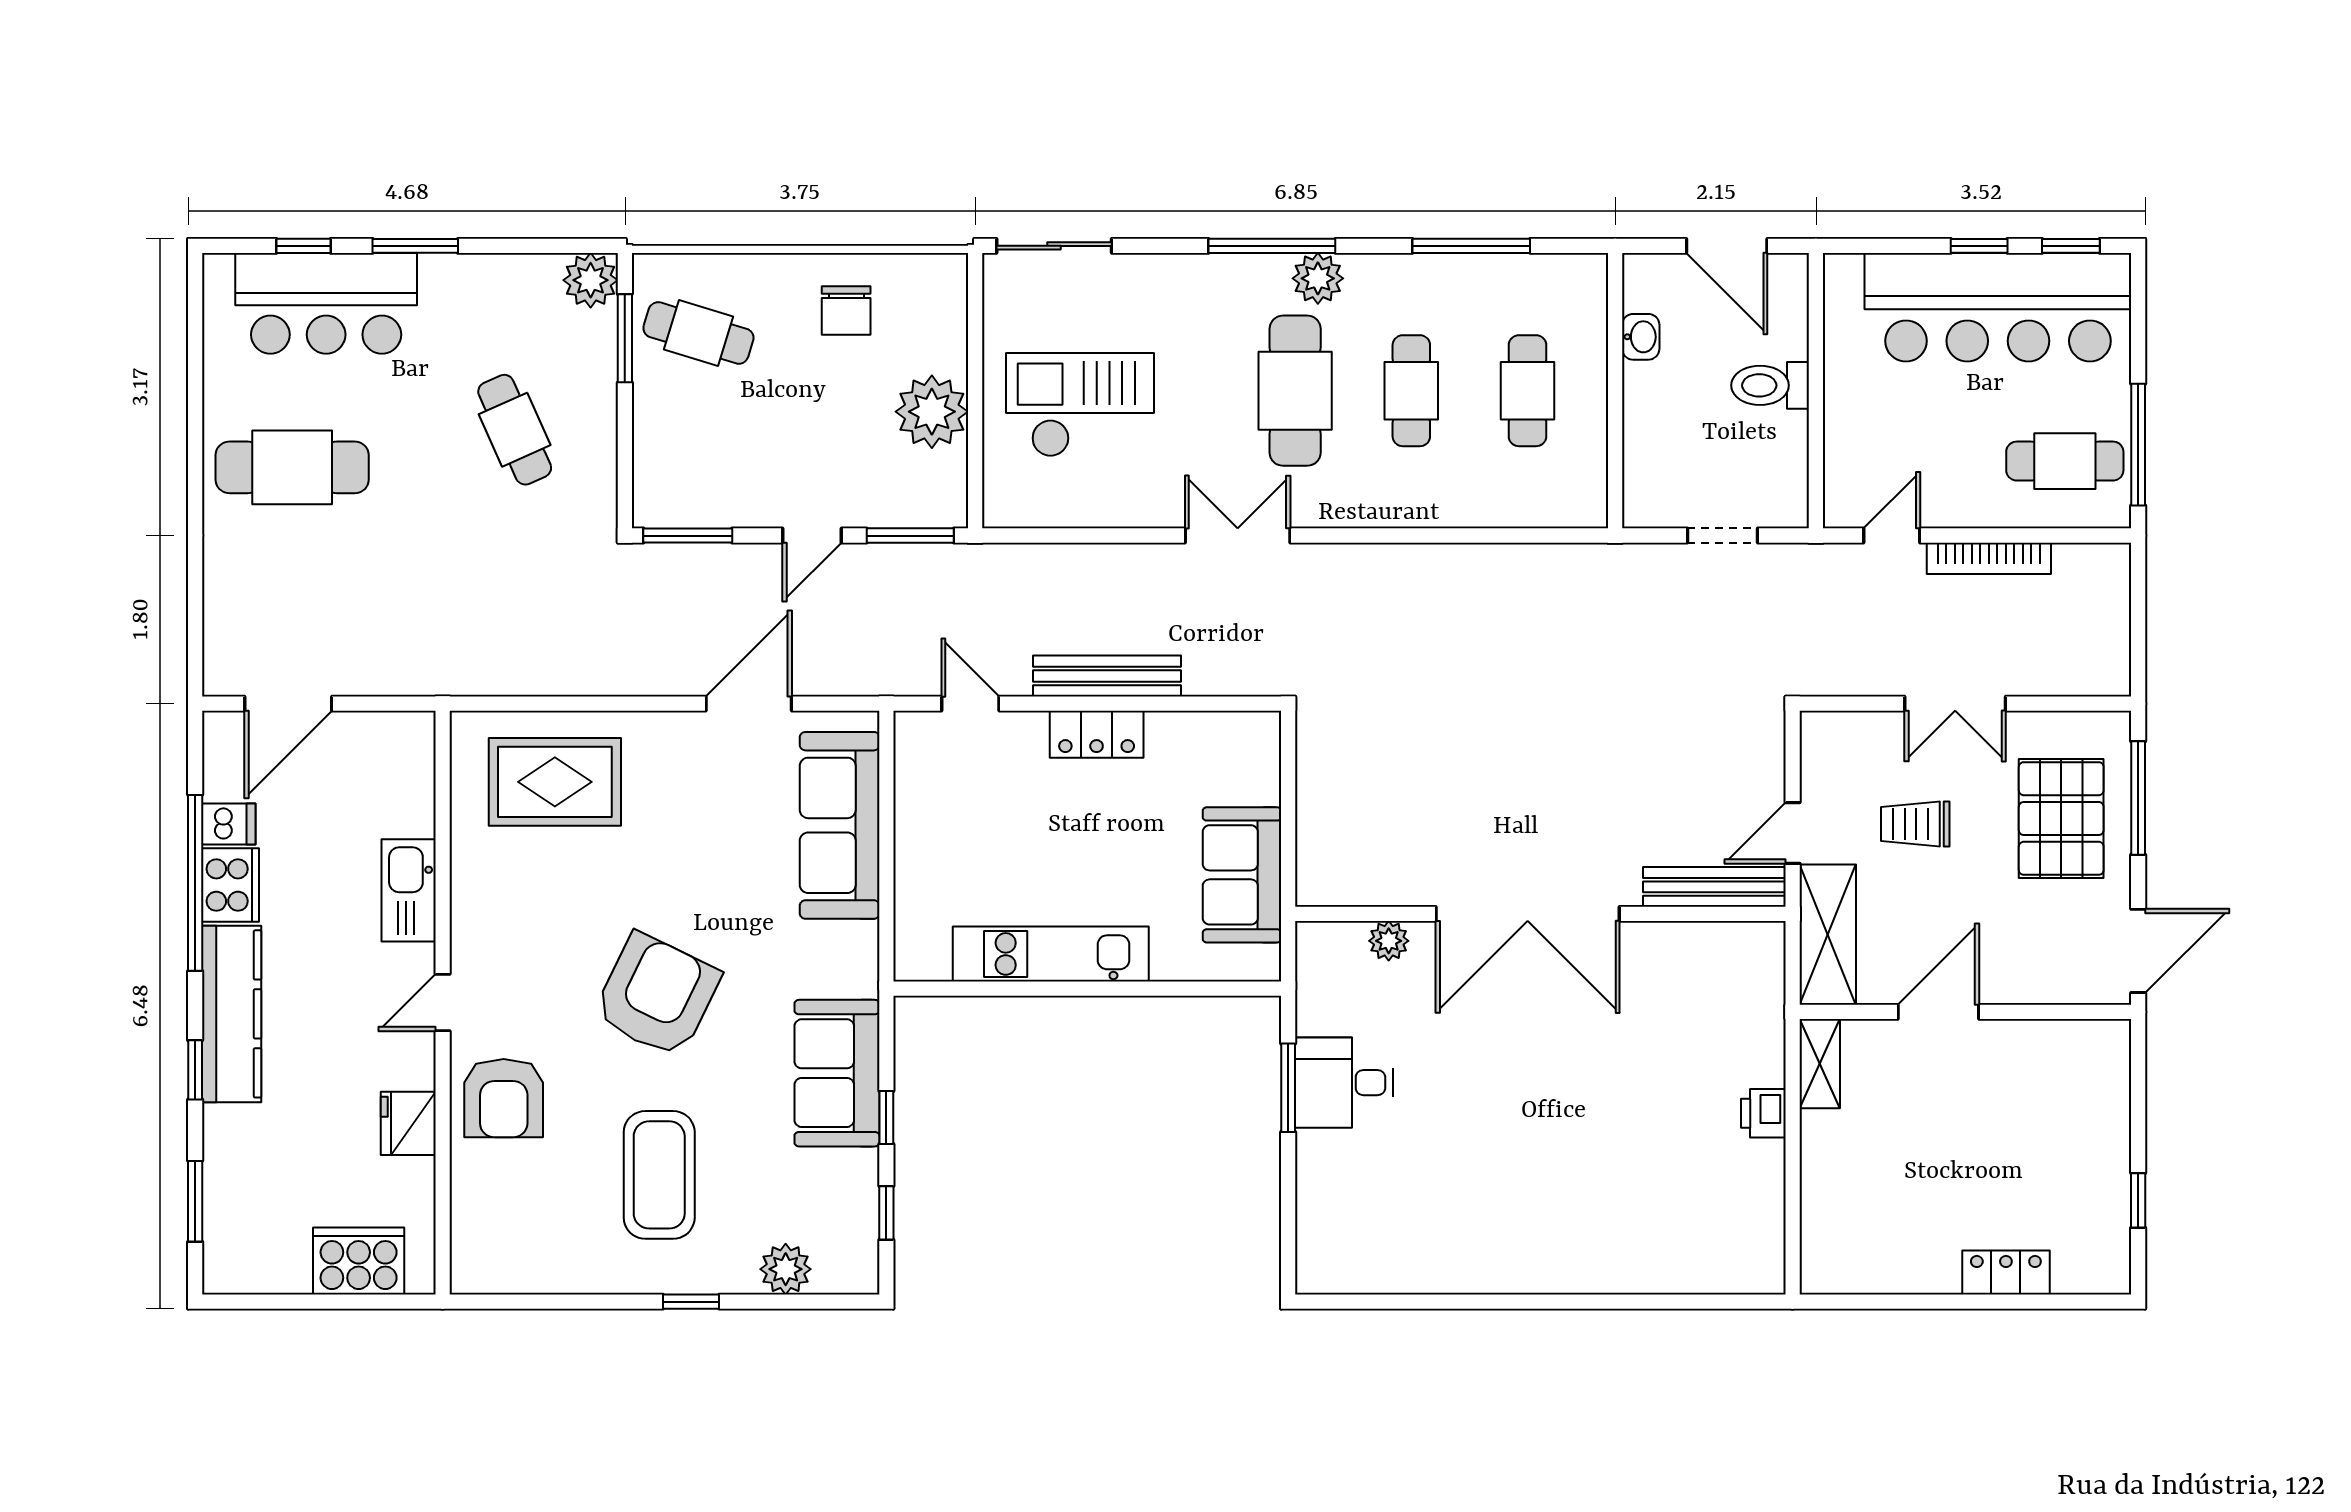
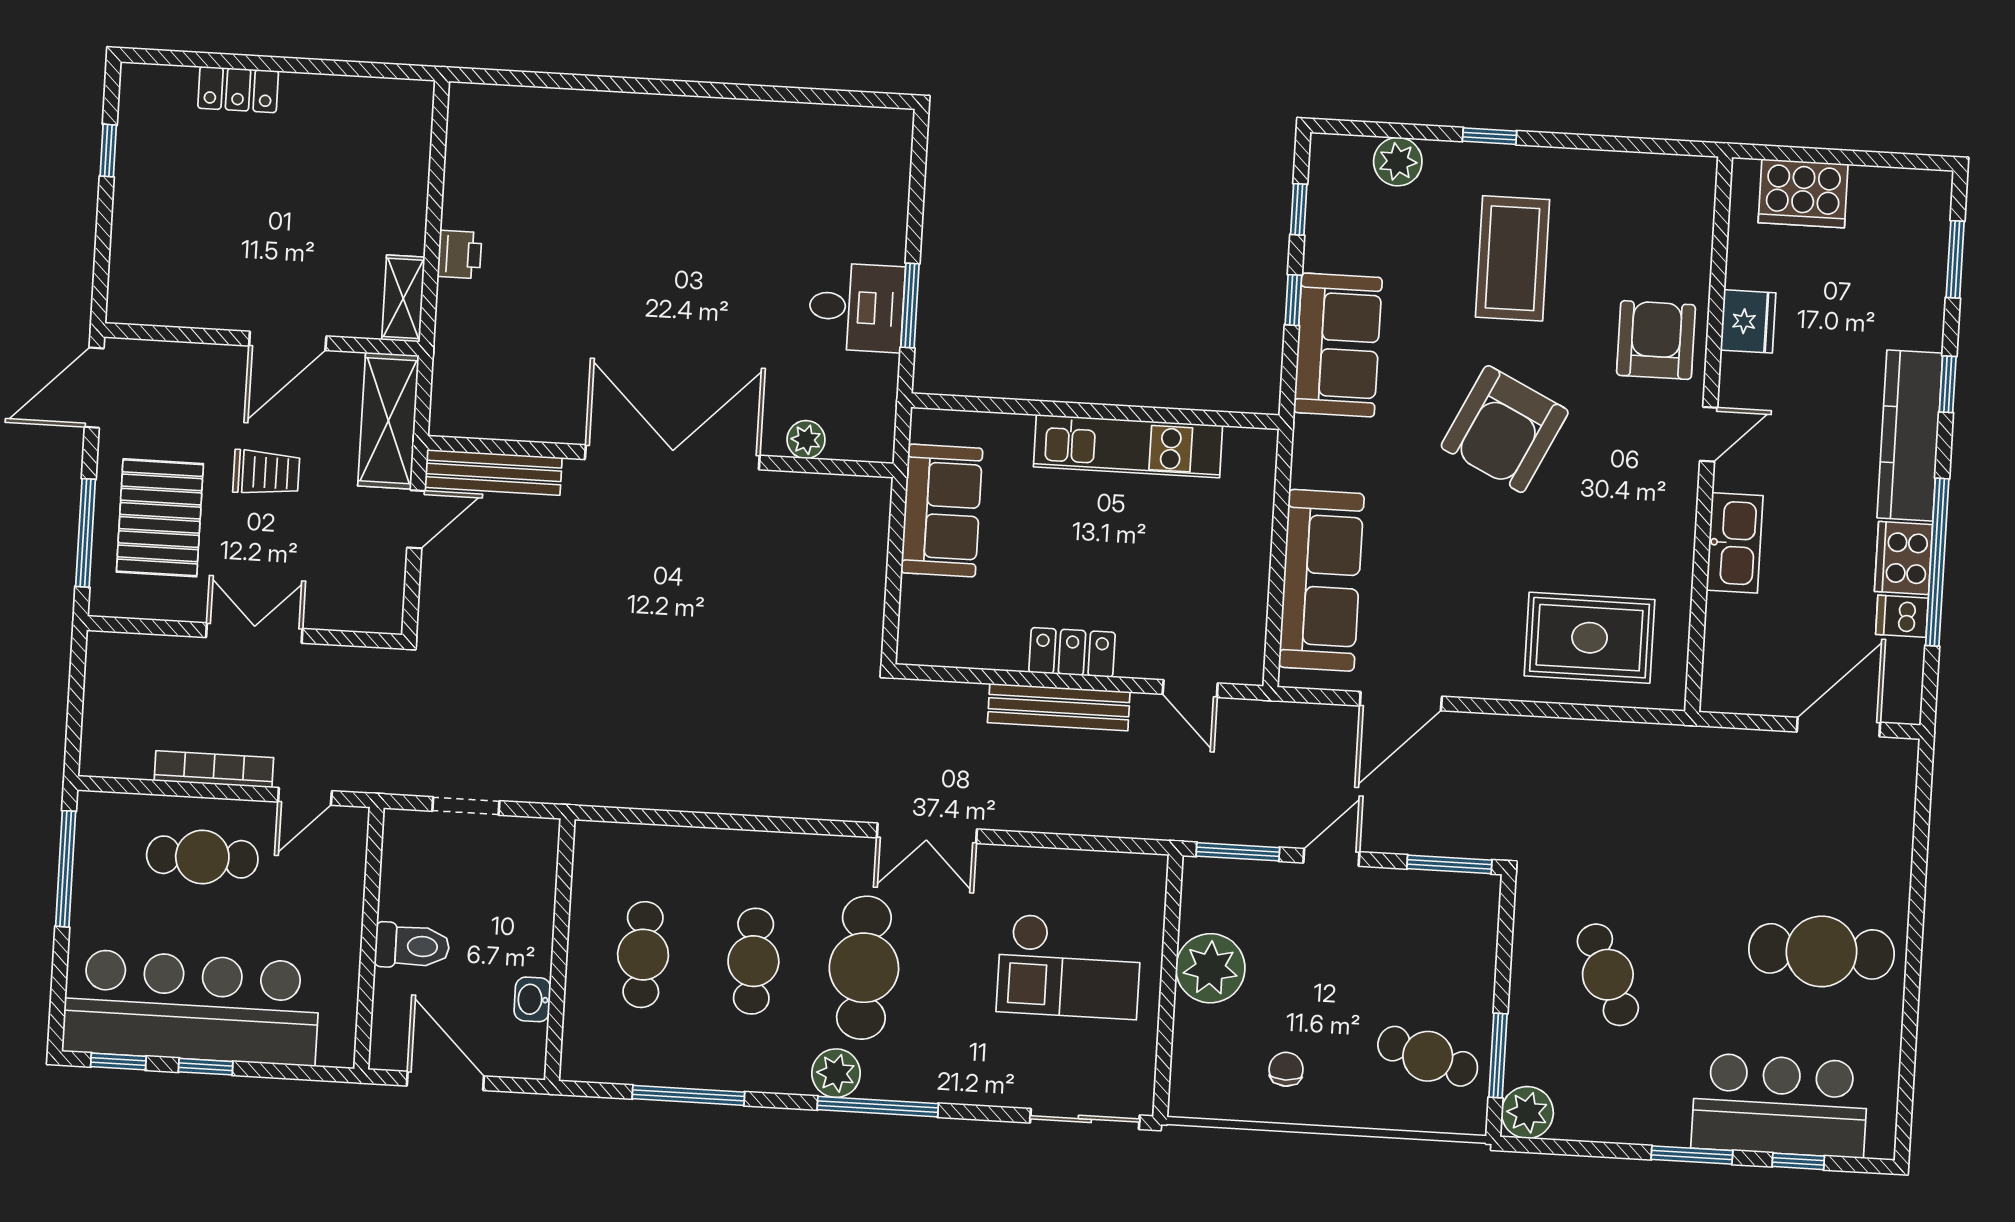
chair: (846, 311) -> (1286, 1069), width x0.73, depth x0.73
cafe table: (2065, 461) -> (202, 857), moved
trolley: (1915, 824) -> (266, 473), moved

